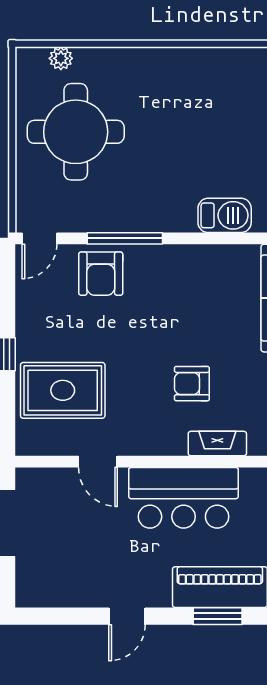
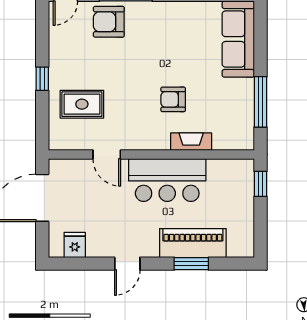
armchair: (101, 274) -> (109, 22), turned 90
rug: (63, 390) -> (82, 104), width x0.73, depth x0.70
fridge: (53, 590) -> (75, 245), added

